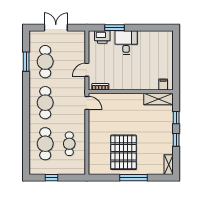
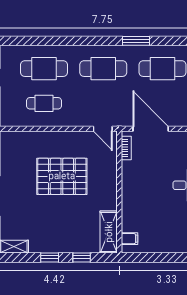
window: (26, 62) -> (136, 41), moved
door: (87, 70) -> (151, 129), width x1.88
door: (87, 103) -> (103, 129), hinge flipped
pallet: (124, 152) -> (62, 176), moved

